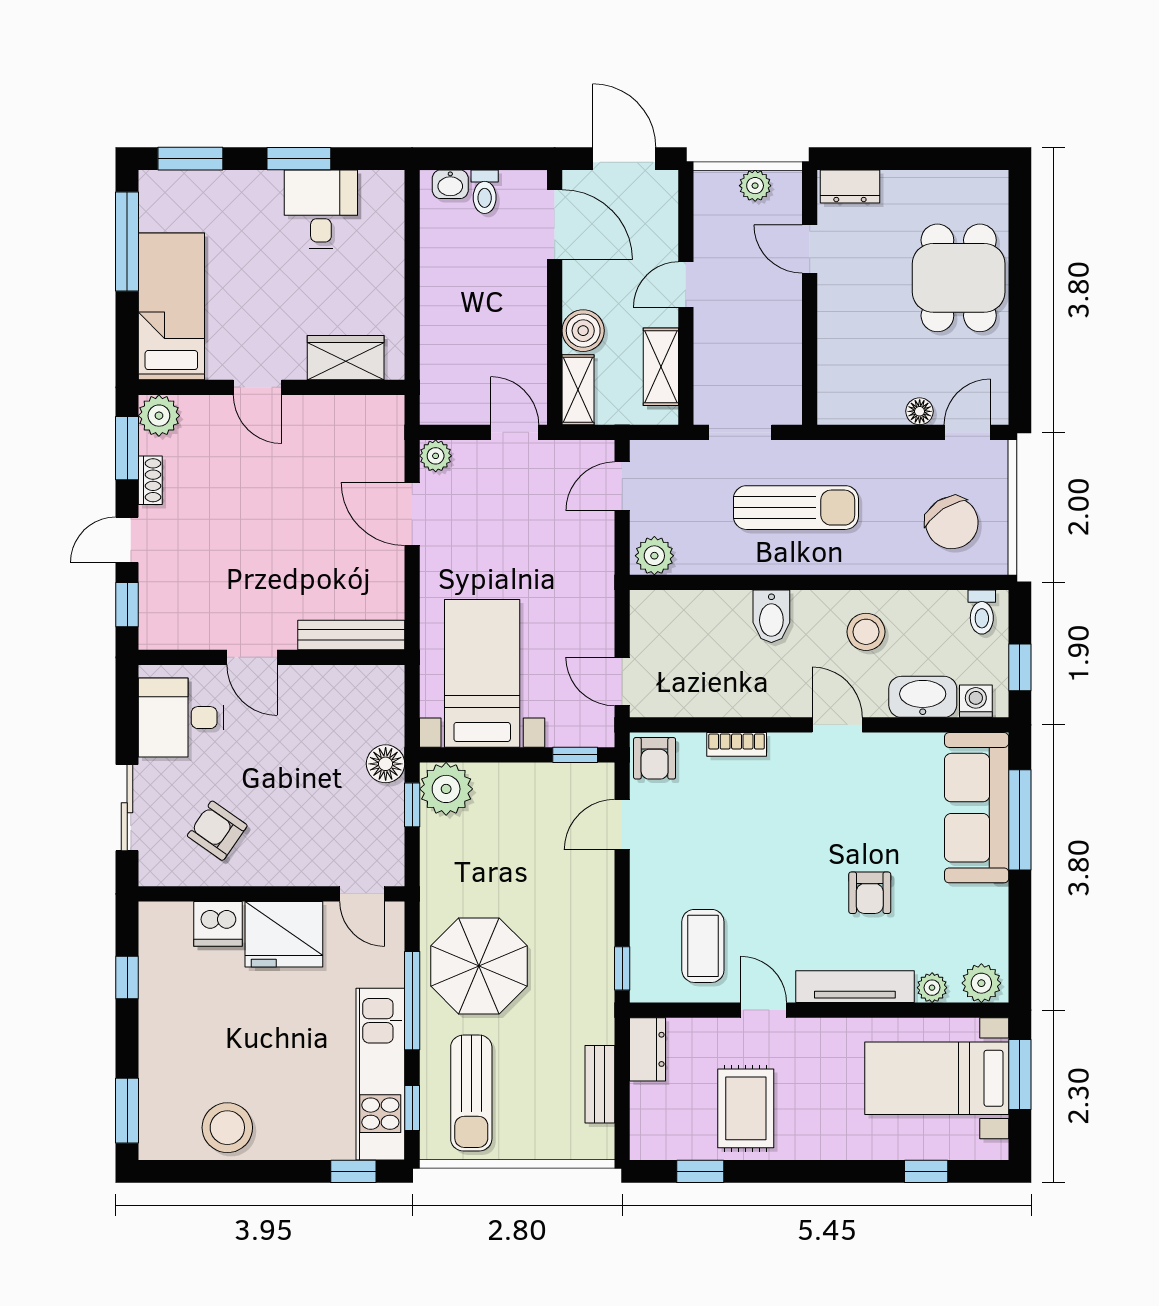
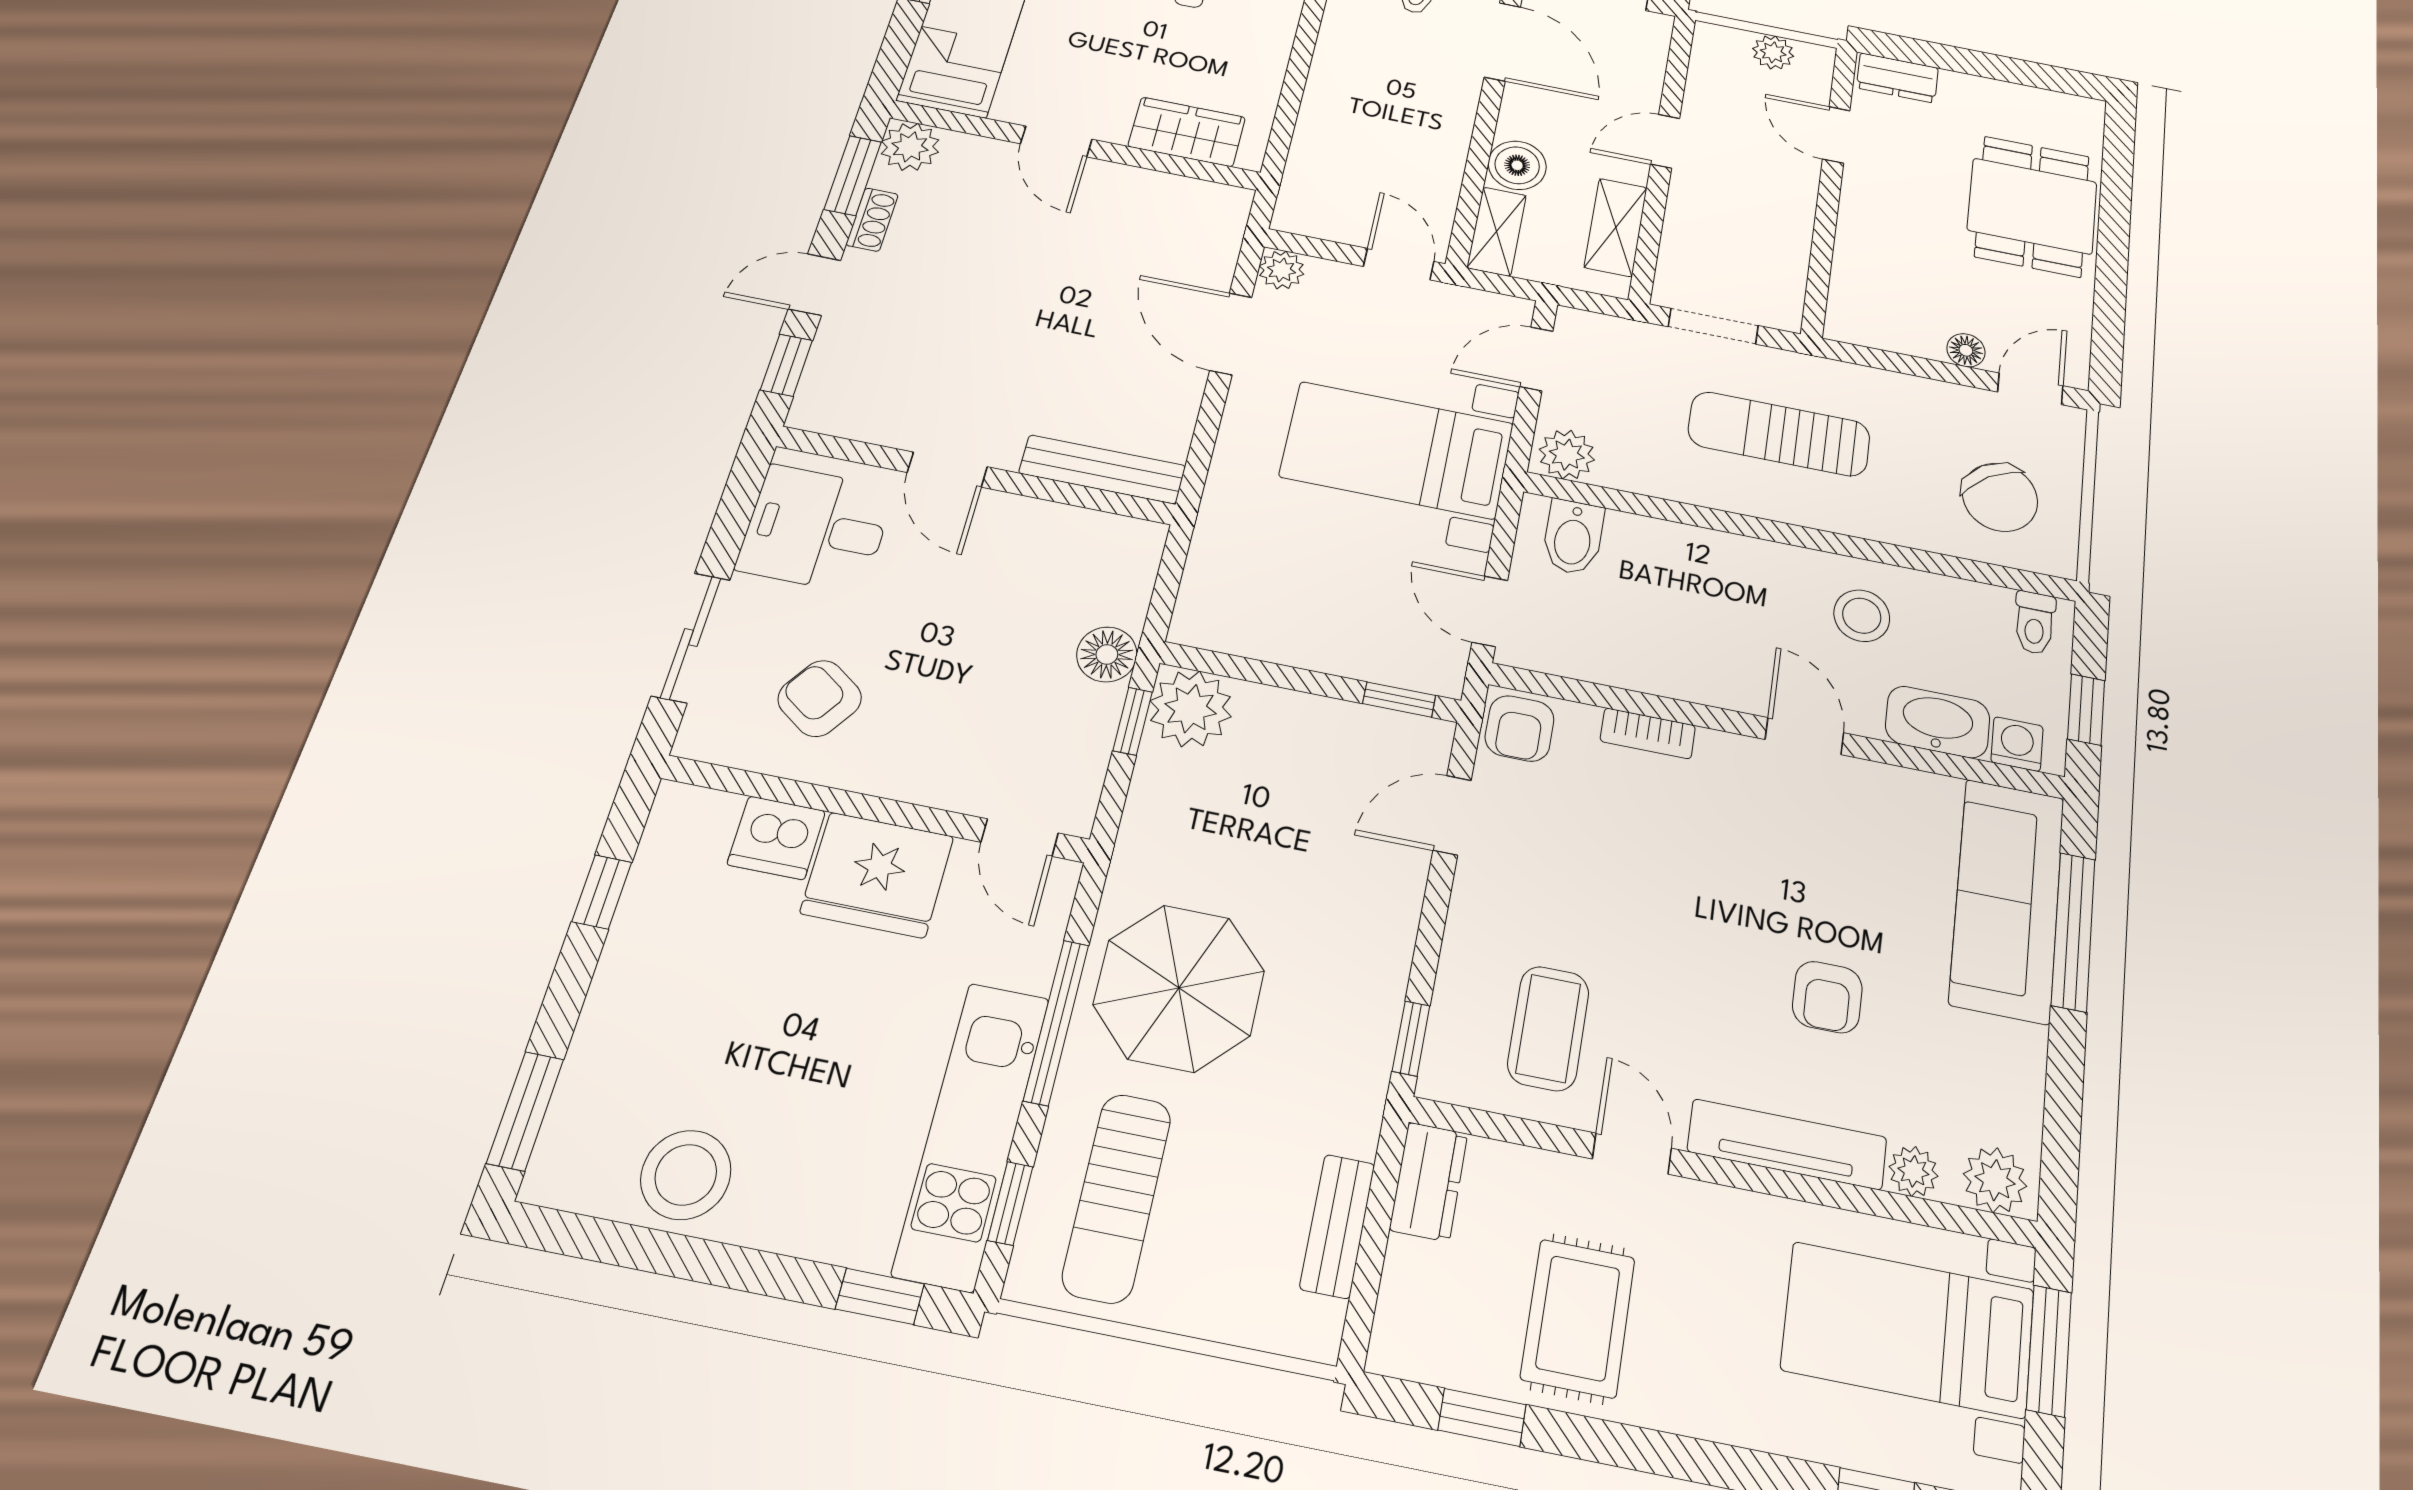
sun lounger: (796, 508) -> (1779, 434), turned 180
bidet: (771, 616) -> (1573, 537), moved
bed with nightstands: (482, 673) -> (1397, 450), moved, turned -90

